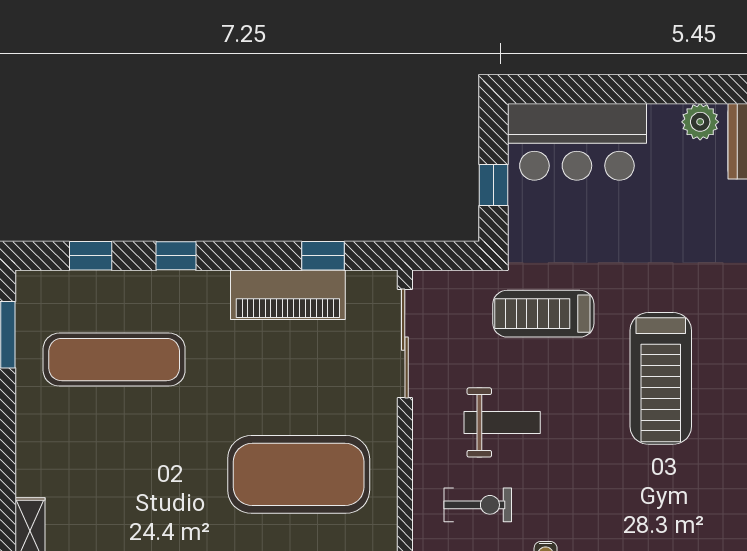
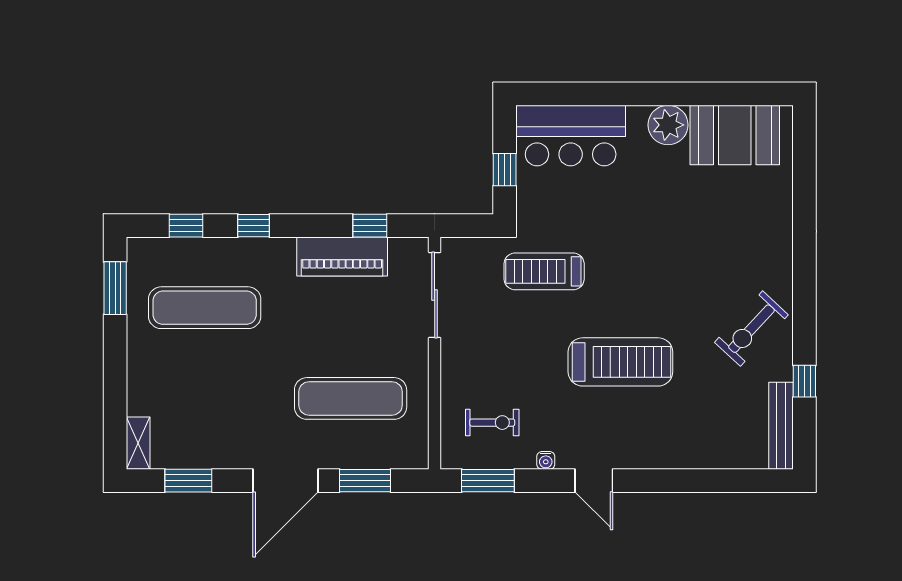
plant: (700, 122) -> (668, 125), width x1.36, depth x1.36
treadmill: (661, 378) -> (620, 362), moved, turned -90
weight bench: (502, 422) -> (511, 357), removed
exercise mat: (299, 474) -> (351, 398), width x0.68

